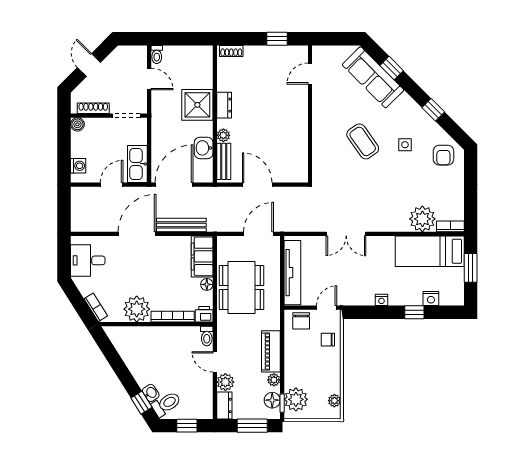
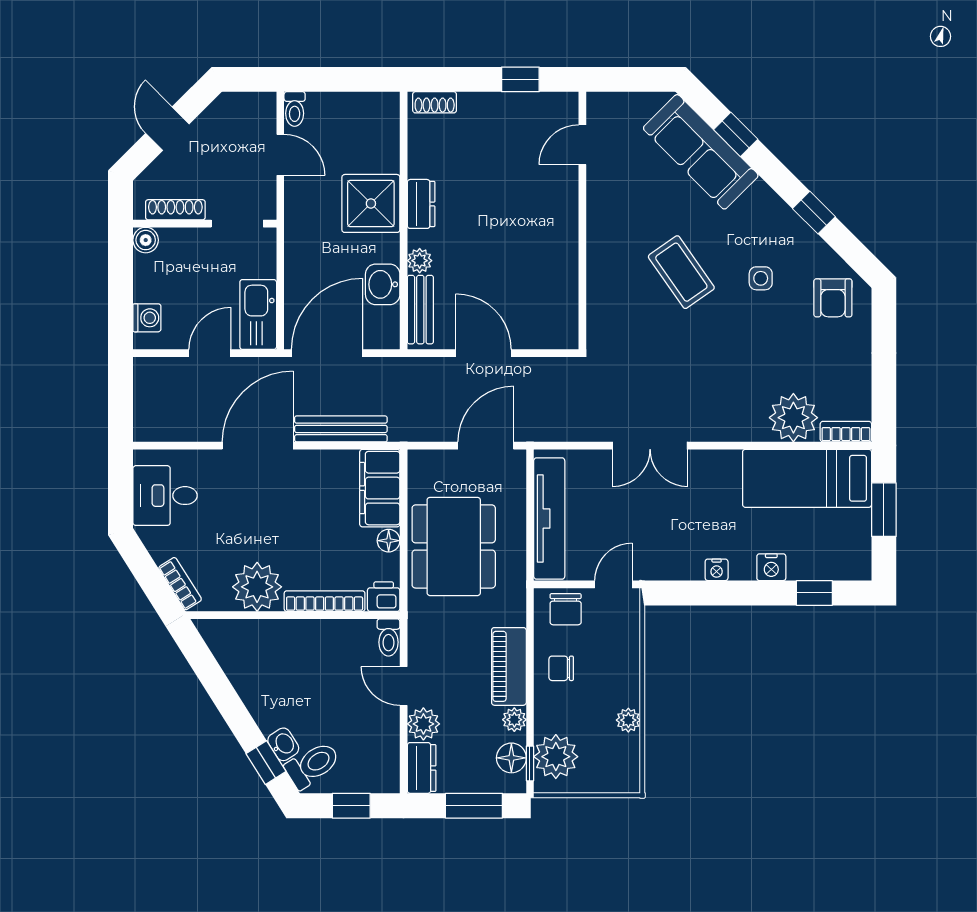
nightstand: (431, 299) -> (771, 567), moved
window: (414, 312) -> (814, 593), moved
chair: (328, 340) -> (561, 668), moved
plant: (334, 401) -> (628, 720), moved

